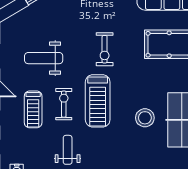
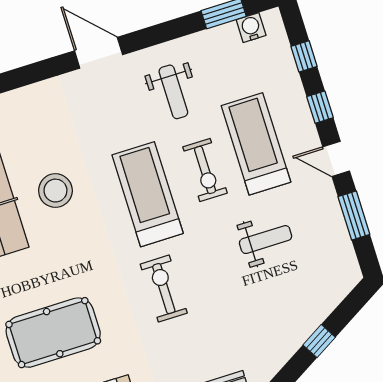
weight bench: (44, 58) -> (266, 240), width x0.73, depth x0.75
treadmill: (33, 109) -> (256, 144), width x1.37, depth x1.38

